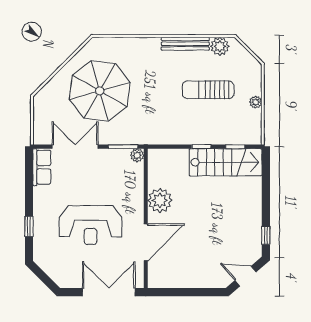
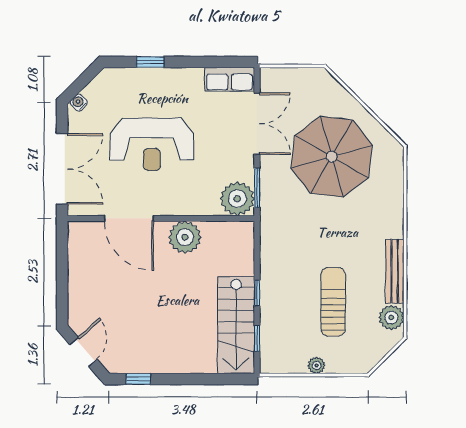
plant: (137, 155) -> (237, 199), width x1.88, depth x1.88
reception desk: (90, 225) -> (152, 144), turned -90
water cooler: (59, 280) -> (79, 103), added

